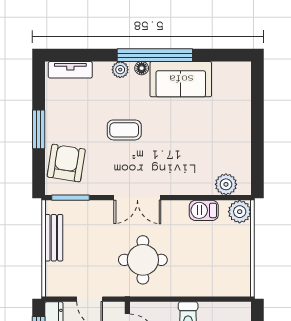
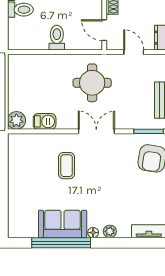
window: (155, 55) -> (61, 243), moved
coffee table: (124, 130) -> (67, 166), moved, turned 90
plant: (226, 184) -> (27, 142), removed

